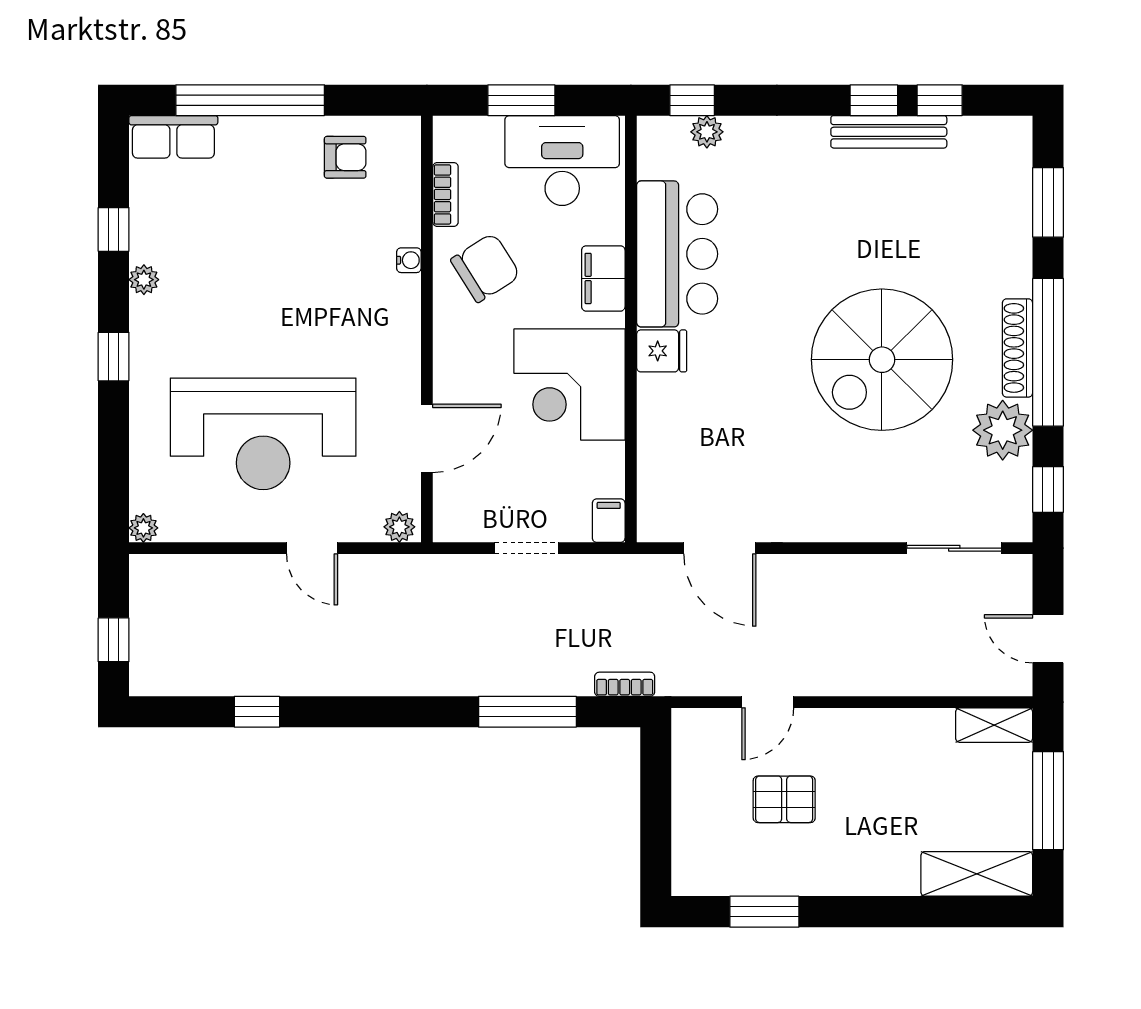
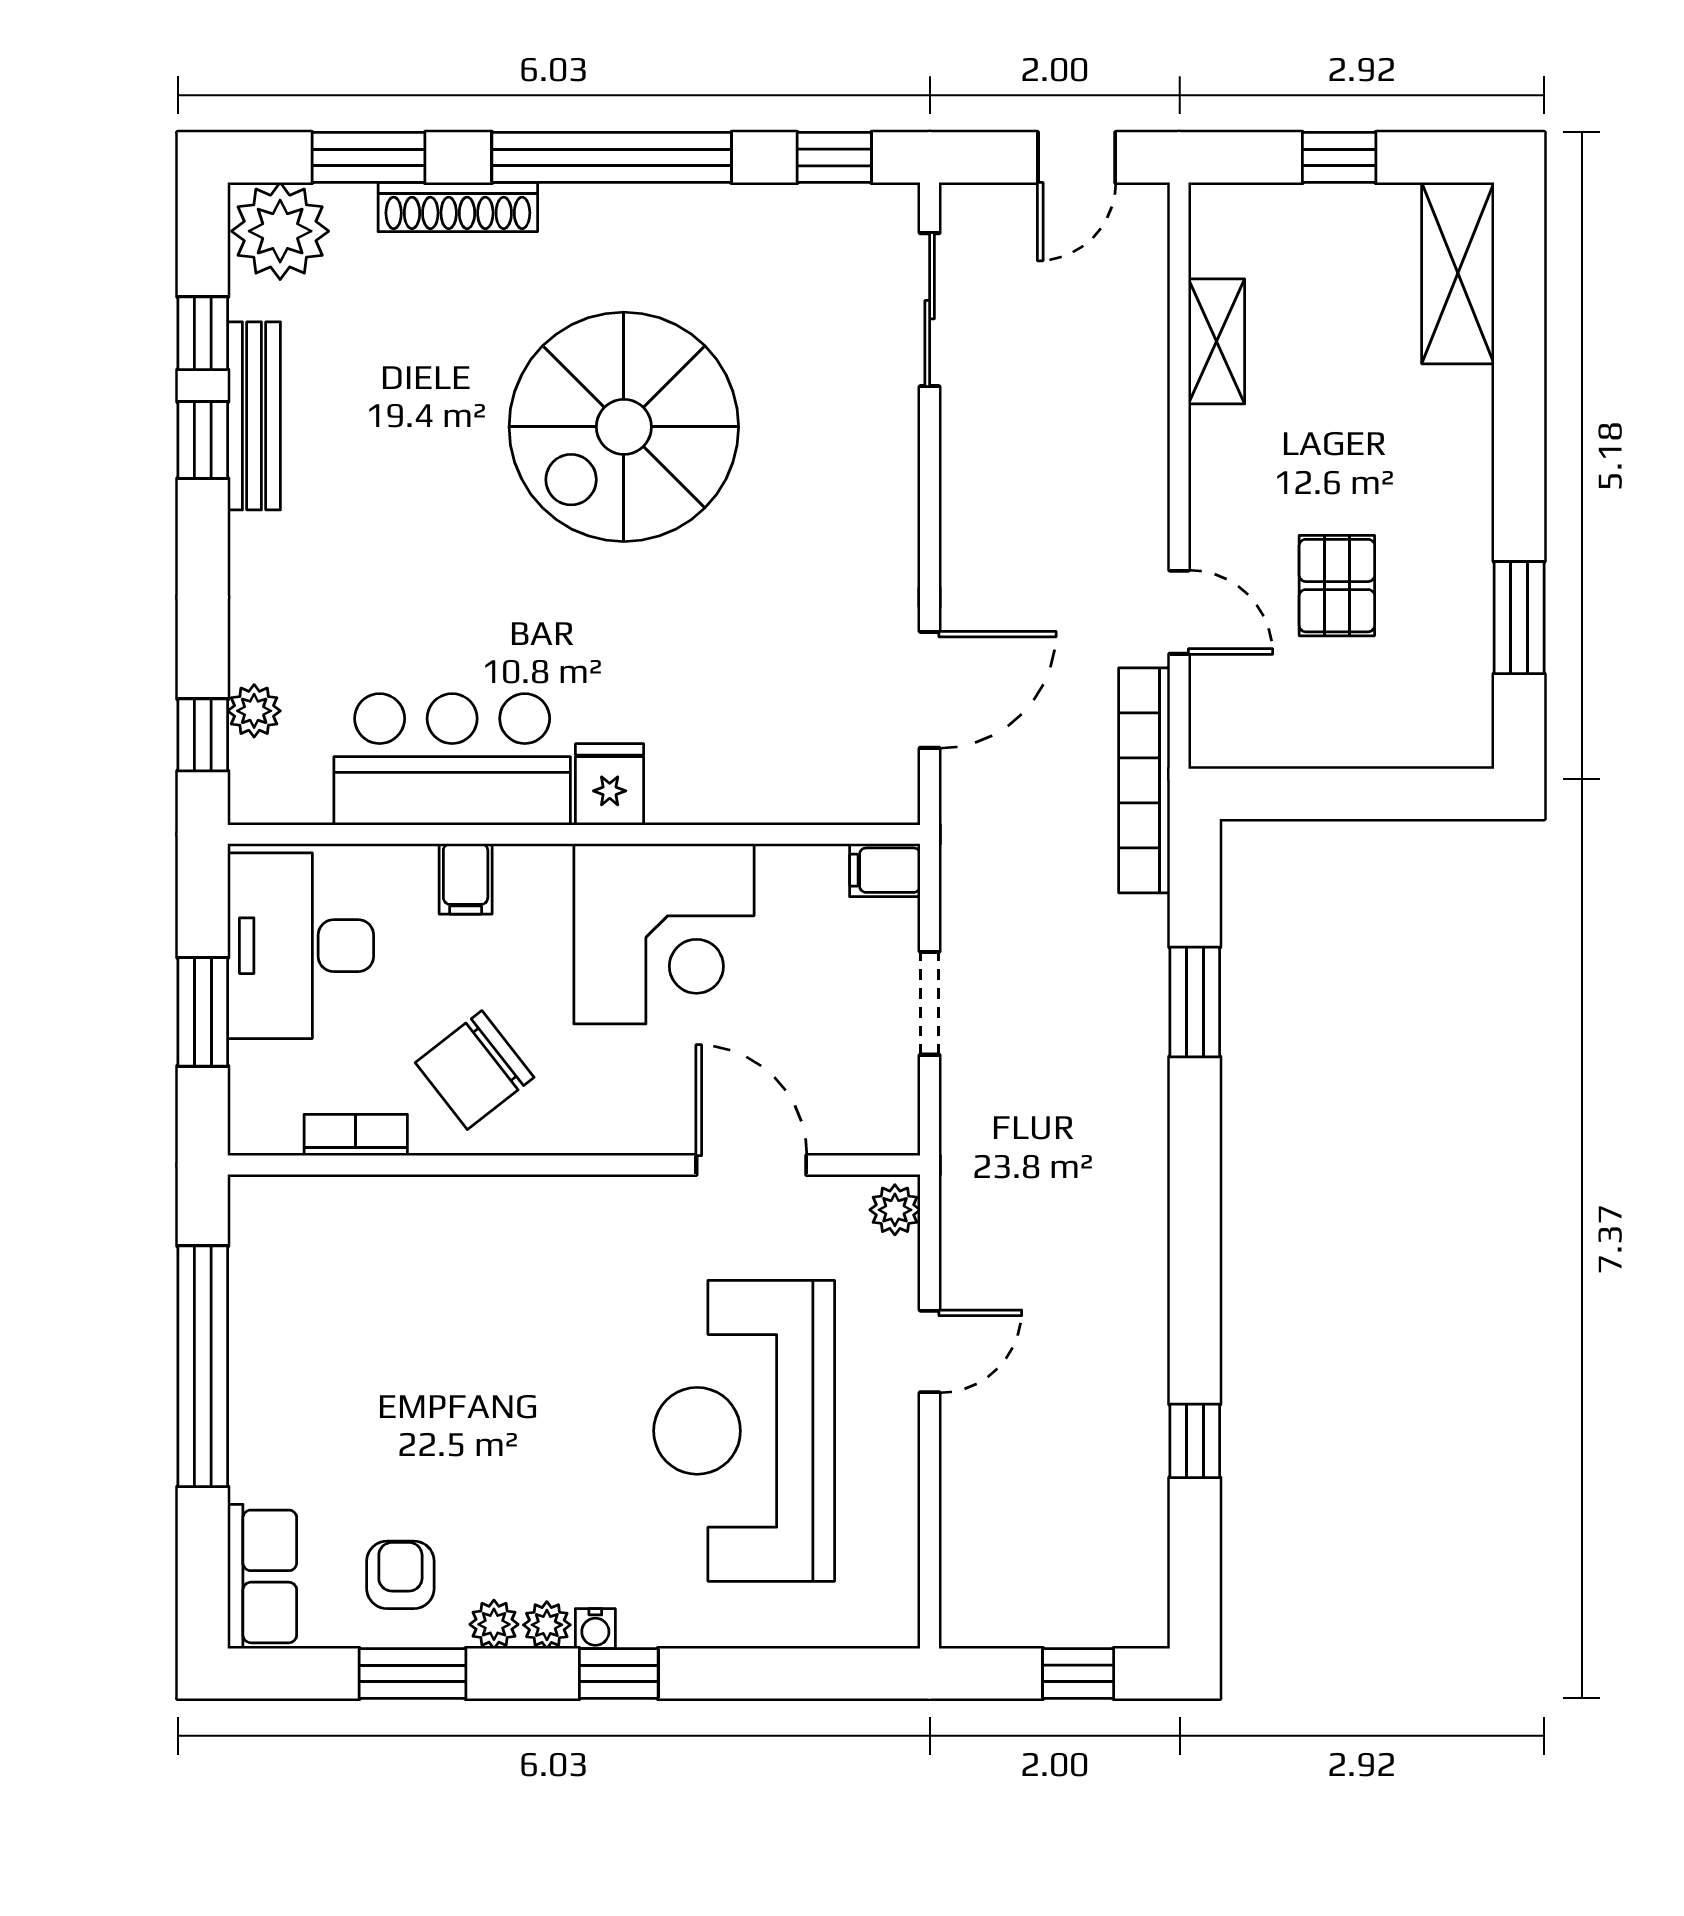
window: (250, 100) -> (203, 1366), moved
armchair: (345, 157) -> (400, 1575), moved
window: (114, 229) -> (412, 1674), width x1.50
water cooler: (409, 260) -> (595, 1629), moved, turned 180
chair: (486, 268) -> (475, 1070), turned -96
filing cabinet: (603, 278) -> (466, 879), width x0.50
shoe rack: (1018, 348) -> (458, 207), moved
spiral stairs: (882, 360) -> (624, 427), turned 90
plant: (1003, 430) -> (280, 231), moved
reception desk: (263, 434) -> (744, 1431), turned 180
plant: (143, 528) -> (547, 1625), moved
bookcase: (625, 684) -> (1144, 780), width x2.31, depth x1.31
window: (527, 712) -> (1195, 1002), width x0.69
shelving: (994, 725) -> (1217, 341), moved
window: (1048, 801) -> (1339, 157), width x0.46

